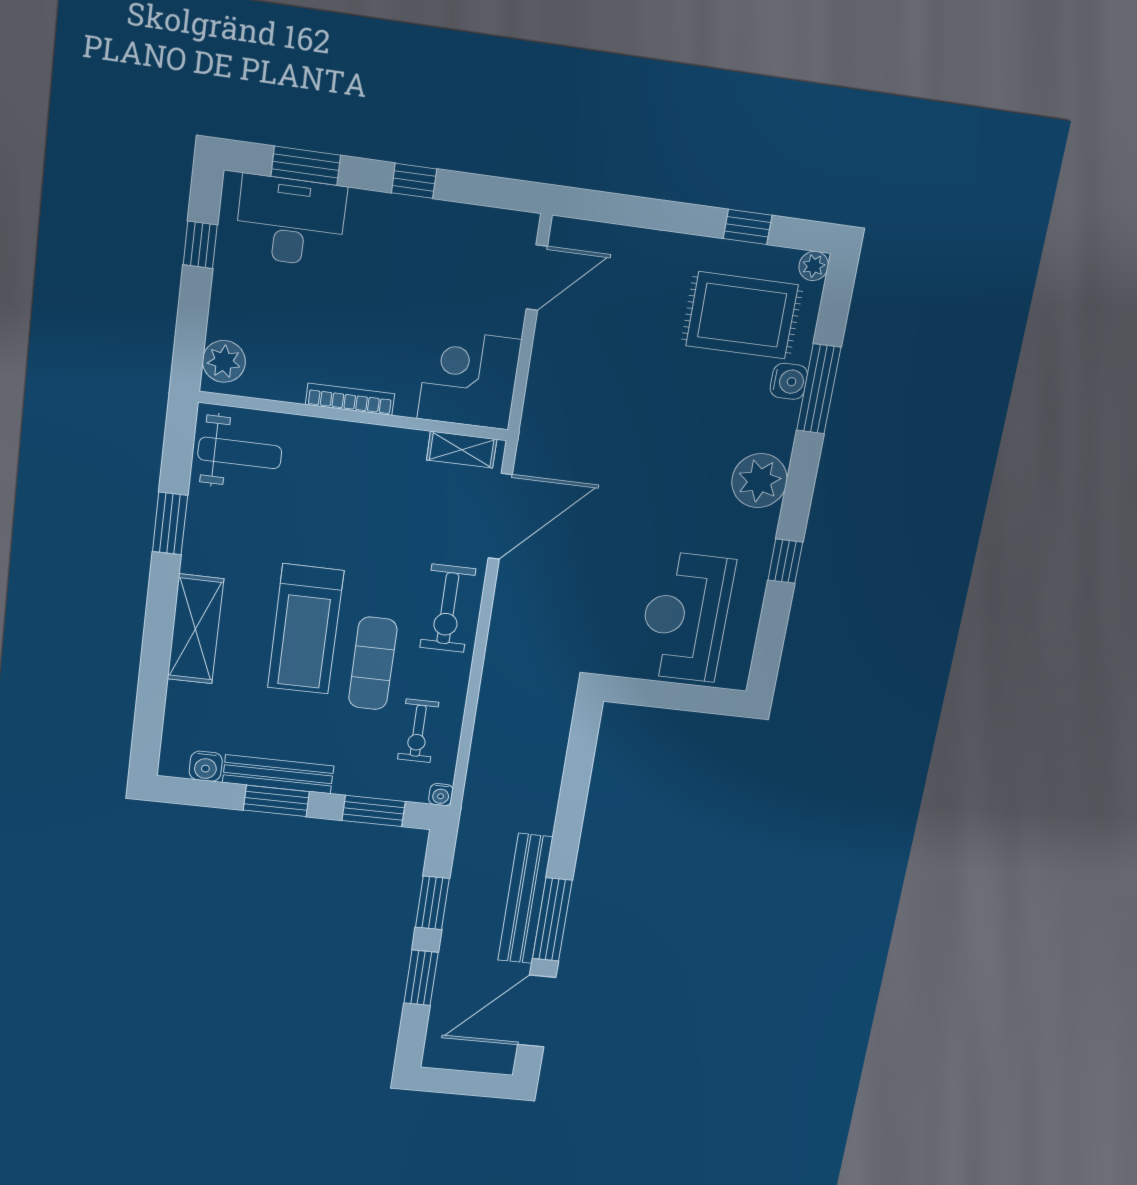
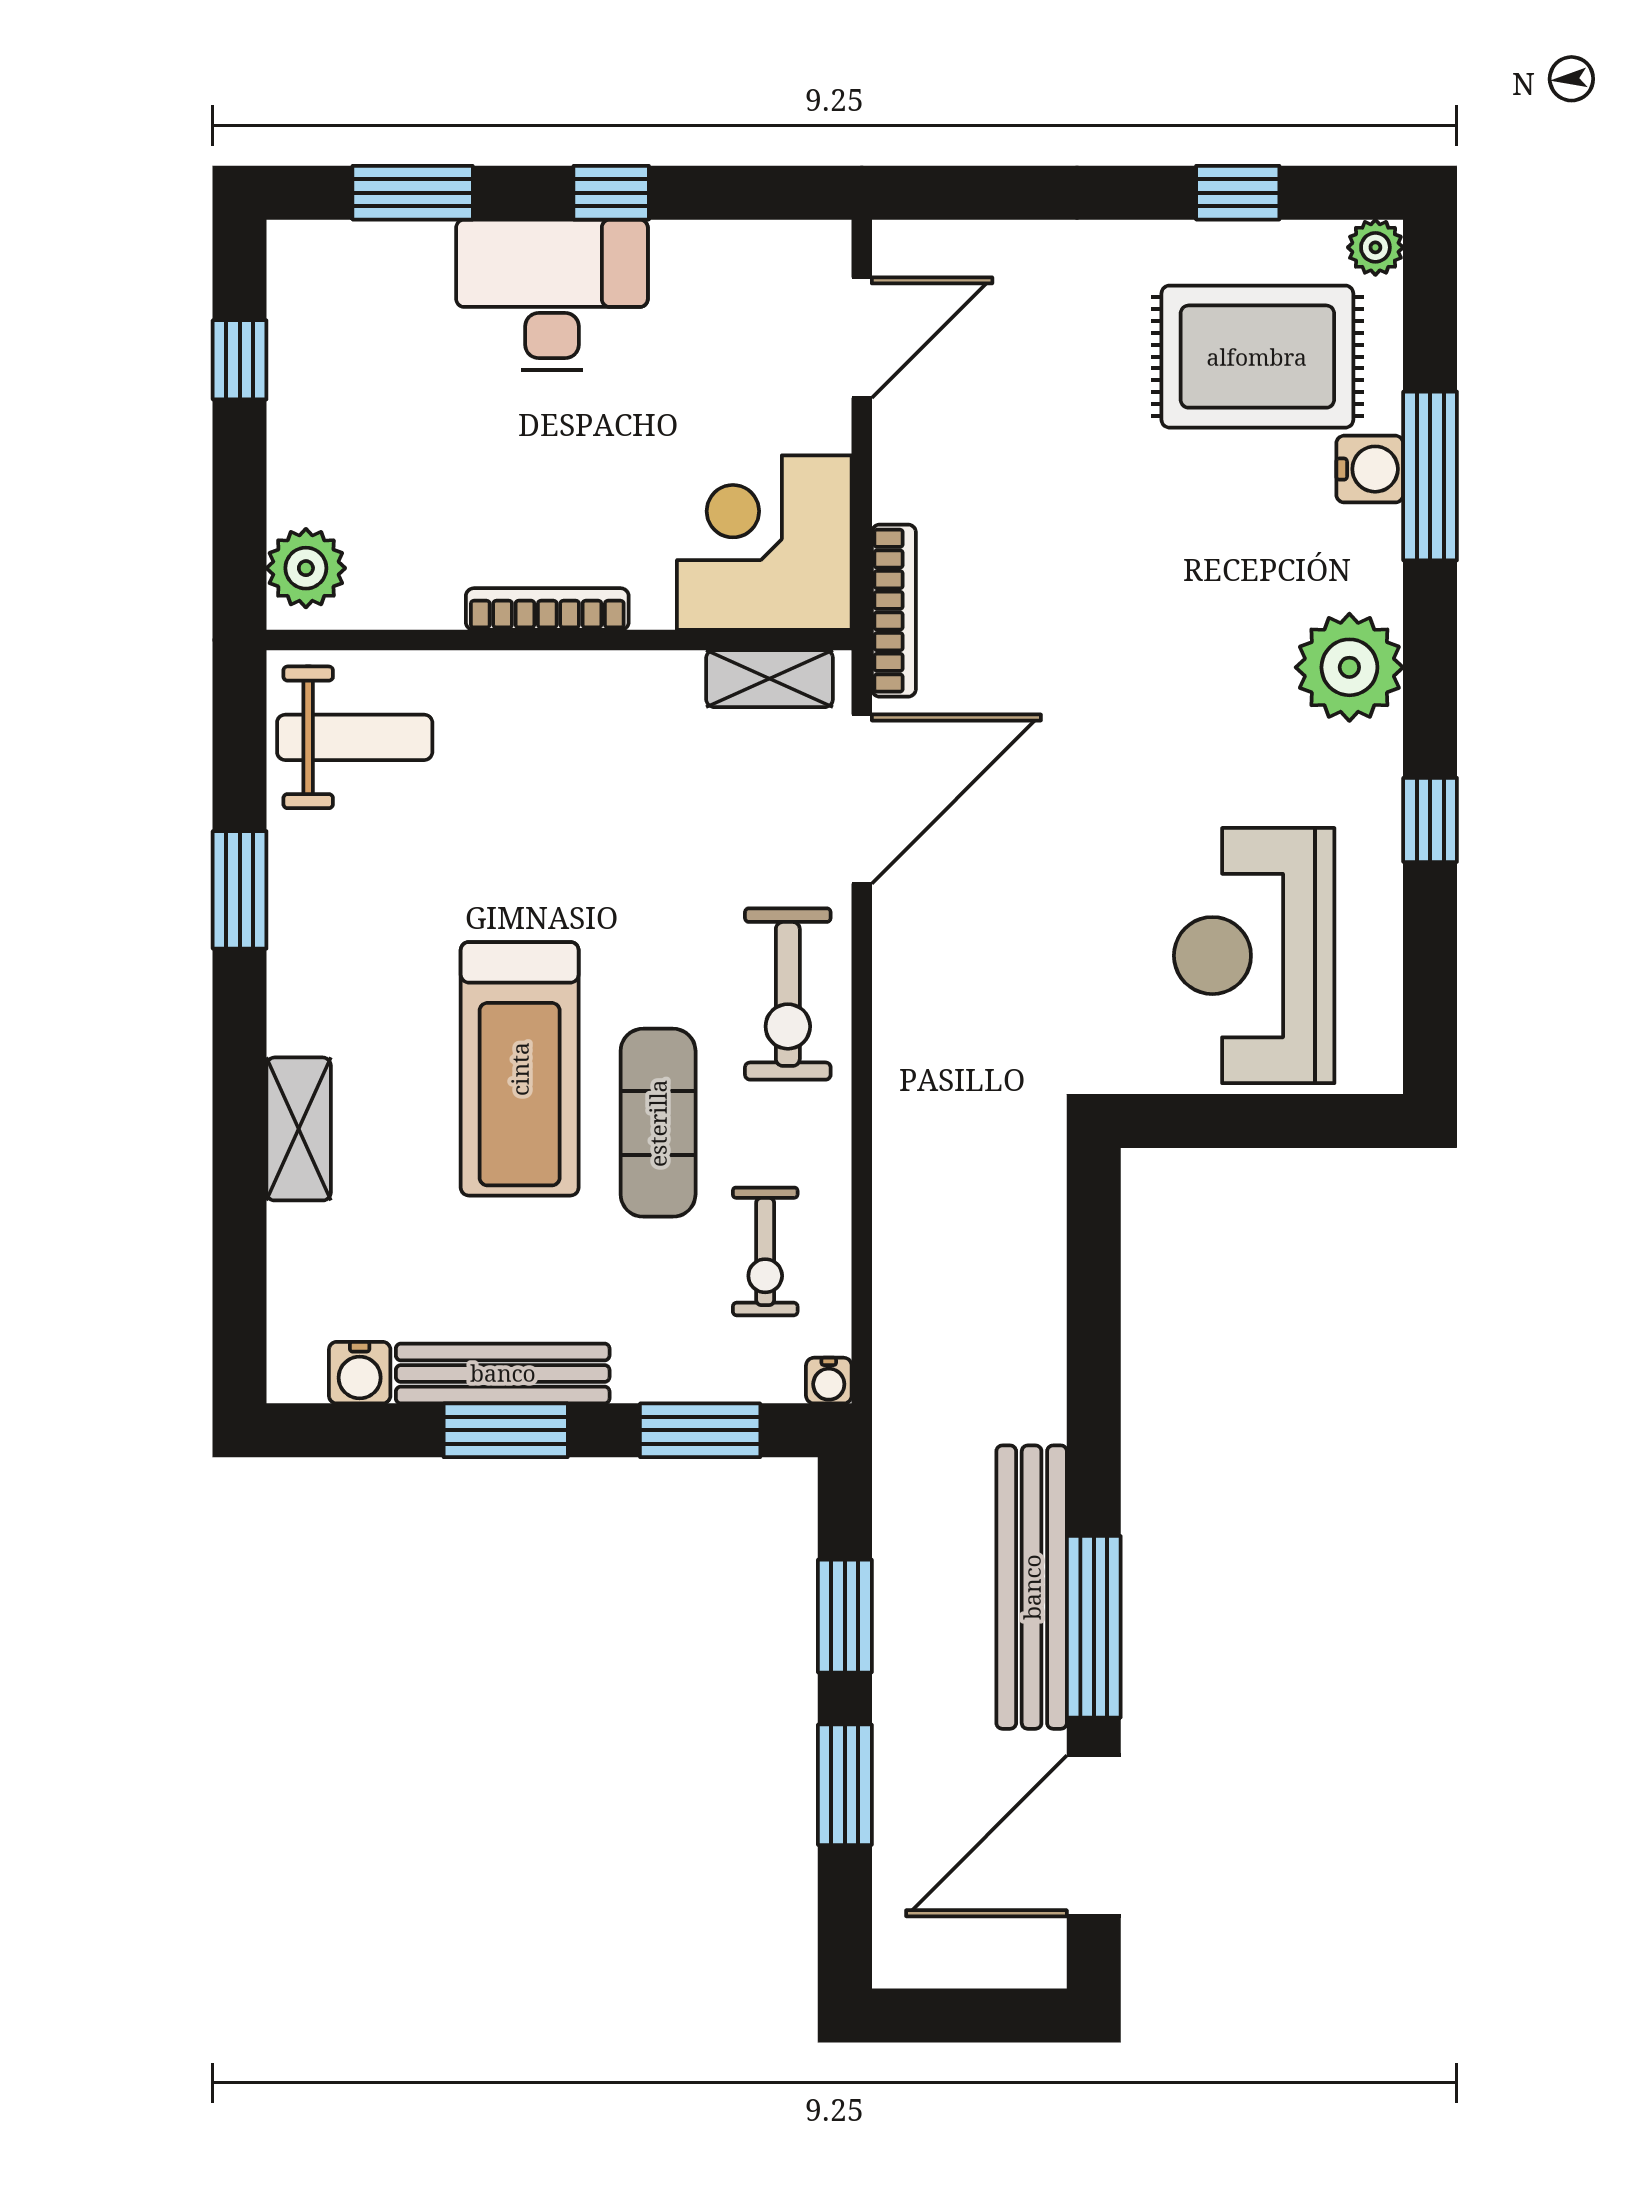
desk: (291, 221) -> (552, 295), moved
bookcase: (532, 423) -> (894, 611), added
shelving: (195, 629) -> (299, 1129), width x0.67, depth x0.75

